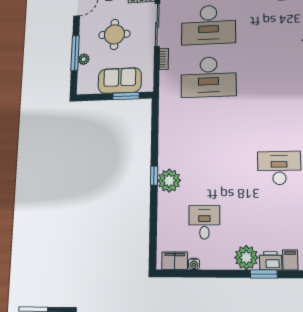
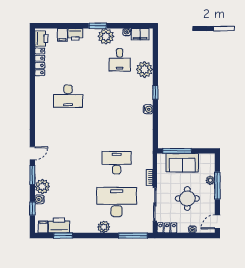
desk: (209, 77) -> (117, 163), width x0.73, depth x0.77
window: (126, 96) -> (177, 151), width x1.44
water cooler: (165, 152) -> (148, 109), added
plant: (169, 181) -> (145, 69), moved
plant: (246, 258) -> (106, 36), moved
window: (264, 274) -> (98, 26), moved

